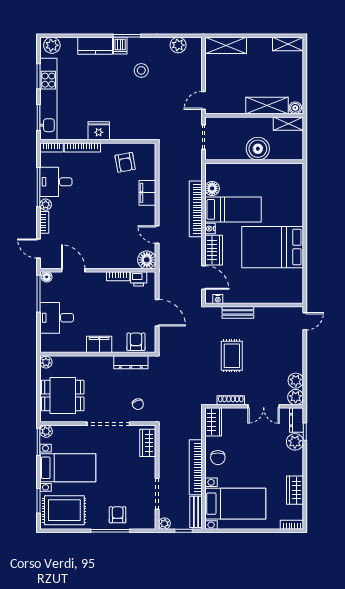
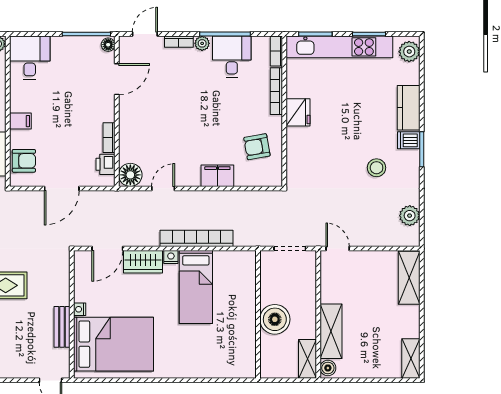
floor lamp: (212, 188) -> (223, 260), removed
bed: (273, 247) -> (113, 344), moved, turned 90
nightstand: (218, 299) -> (80, 309), moved
bench: (238, 312) -> (62, 327), moved
desk: (57, 318) -> (30, 58), moved
filing cabinet: (99, 344) -> (20, 121), width x0.50

